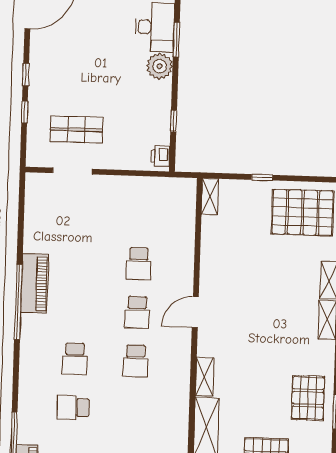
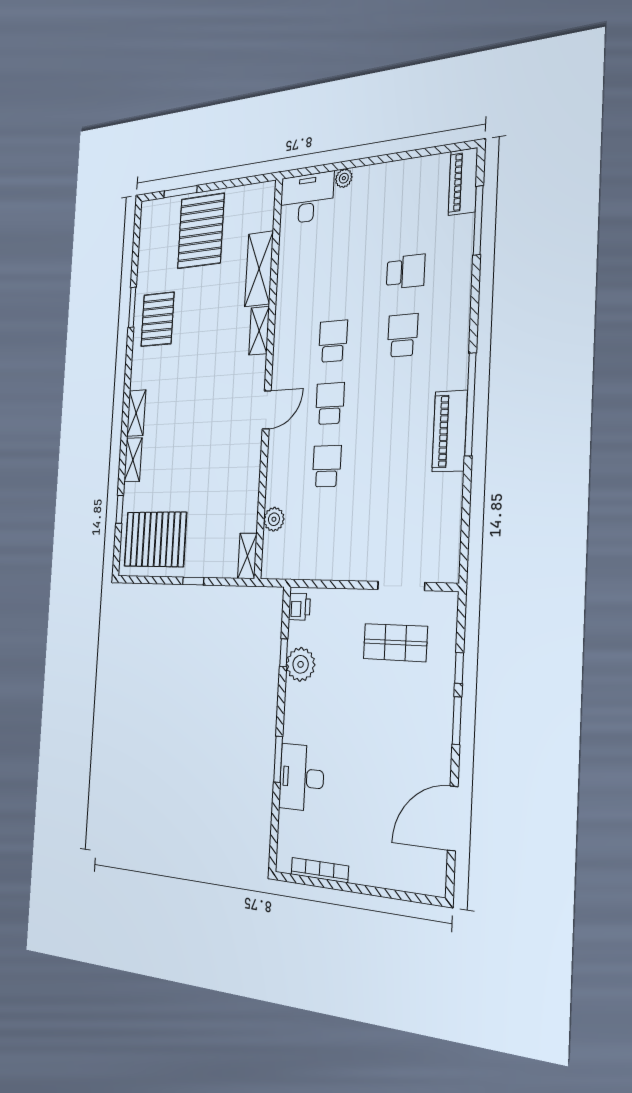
plant: (160, 66) -> (301, 664), moved
window: (26, 75) -> (457, 721), width x1.50
plant: (186, 225) -> (274, 519), added

